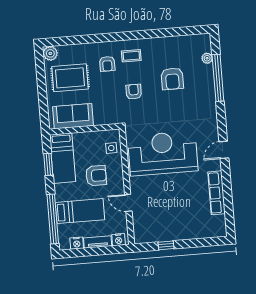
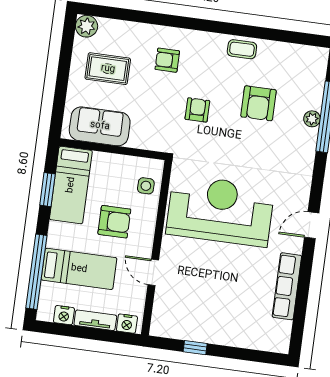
coffee table: (131, 56) -> (242, 49), moved
plant: (207, 58) -> (312, 119), moved
armchair: (107, 64) -> (167, 60), turned 90
rug: (70, 78) -> (108, 69), width x0.73, depth x0.70

